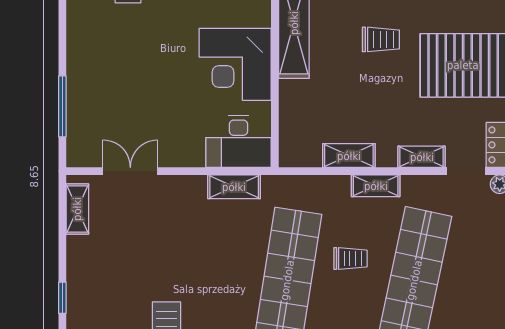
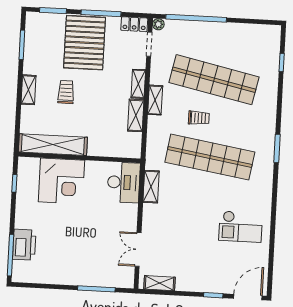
corner desk: (235, 64) -> (61, 181), moved
shelving: (422, 157) -> (138, 84), moved
trolley: (350, 259) -> (199, 118), turned 90

